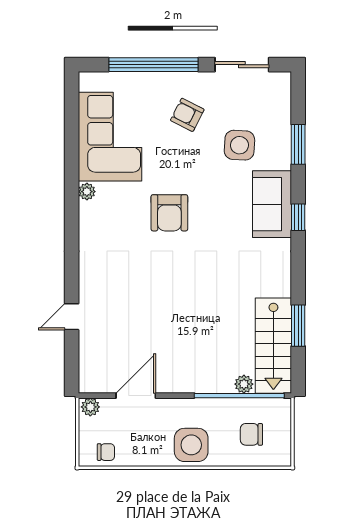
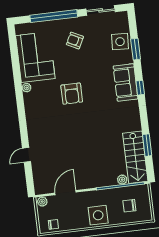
side table: (239, 145) -> (120, 42), moved

